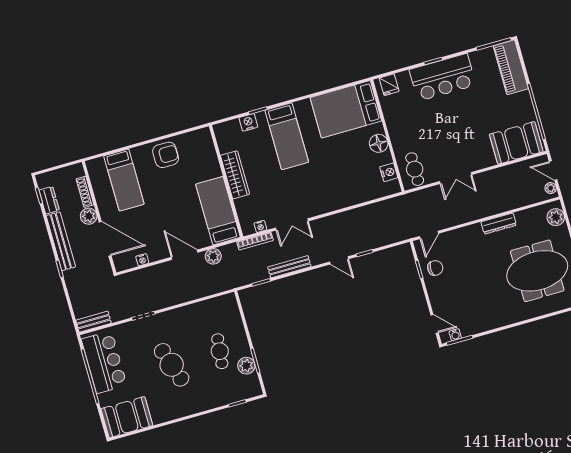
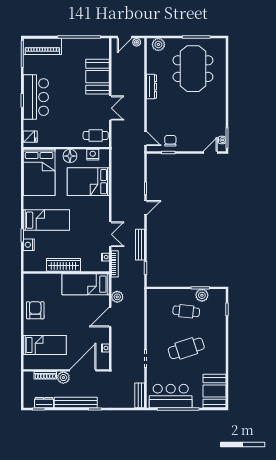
booth: (516, 143) -> (97, 77), moved
bed: (352, 177) -> (88, 182), added

